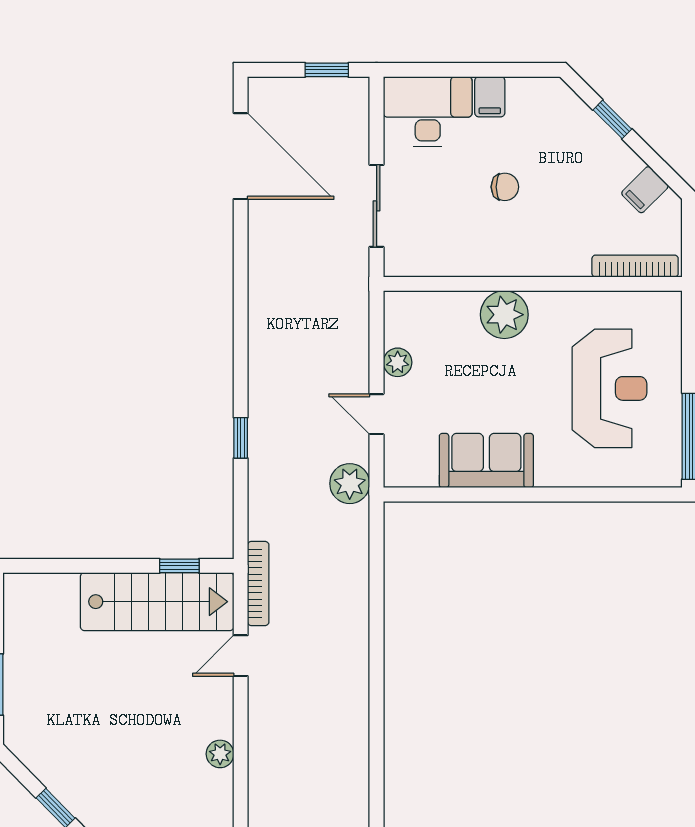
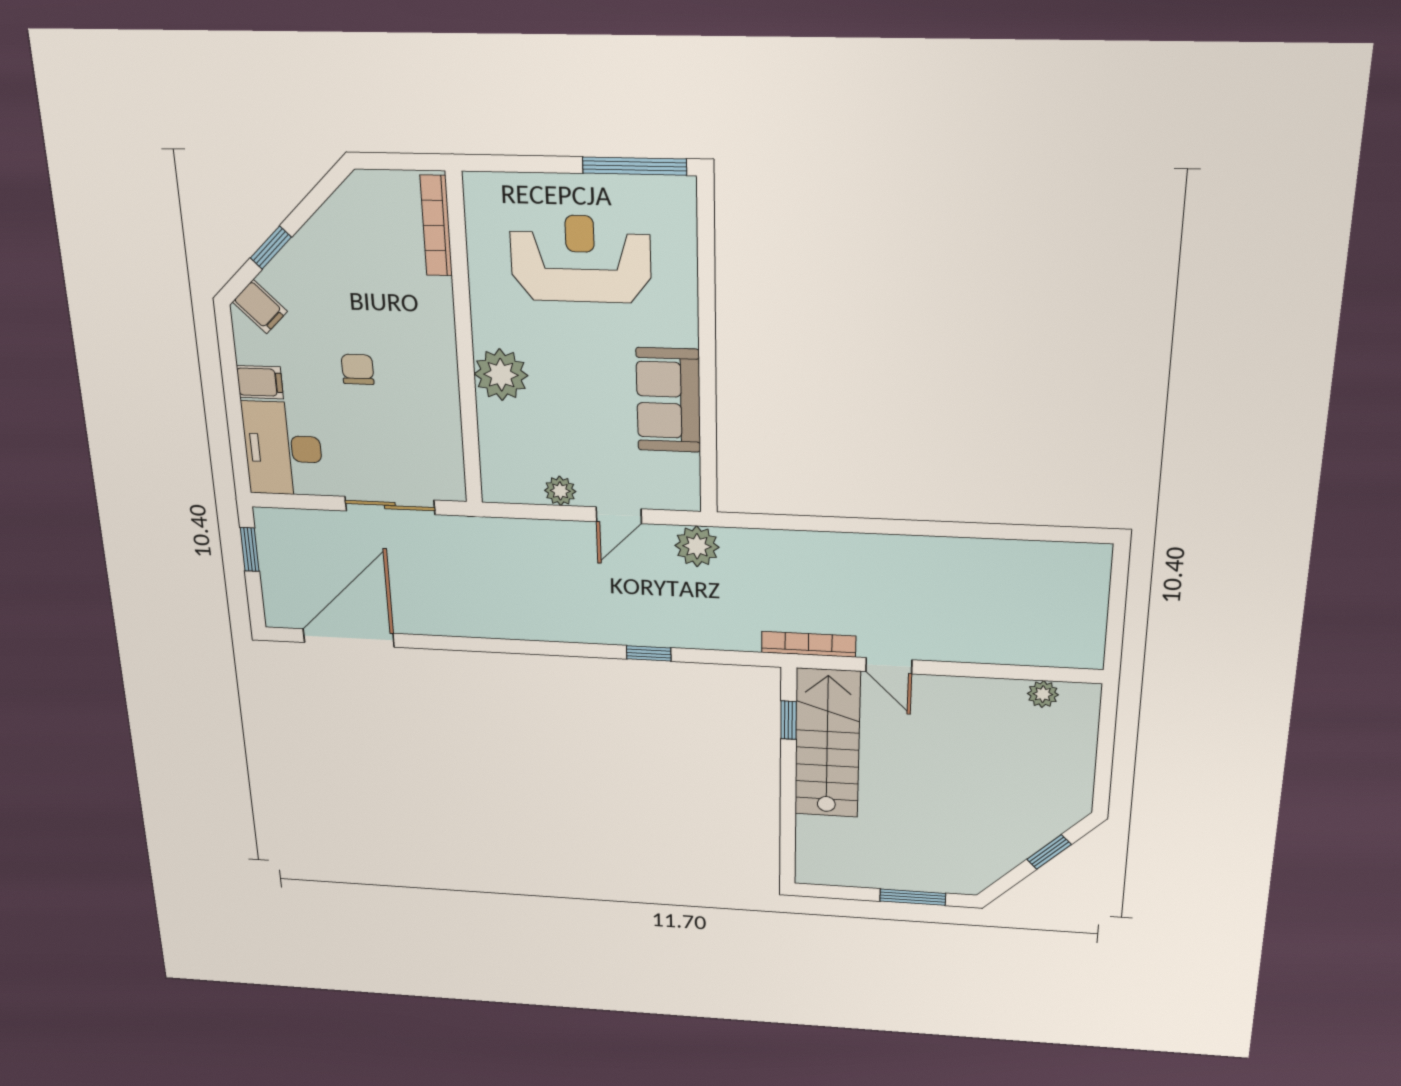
filing cabinet: (645, 190) -> (260, 307), moved
plant: (220, 754) -> (1043, 694), moved

